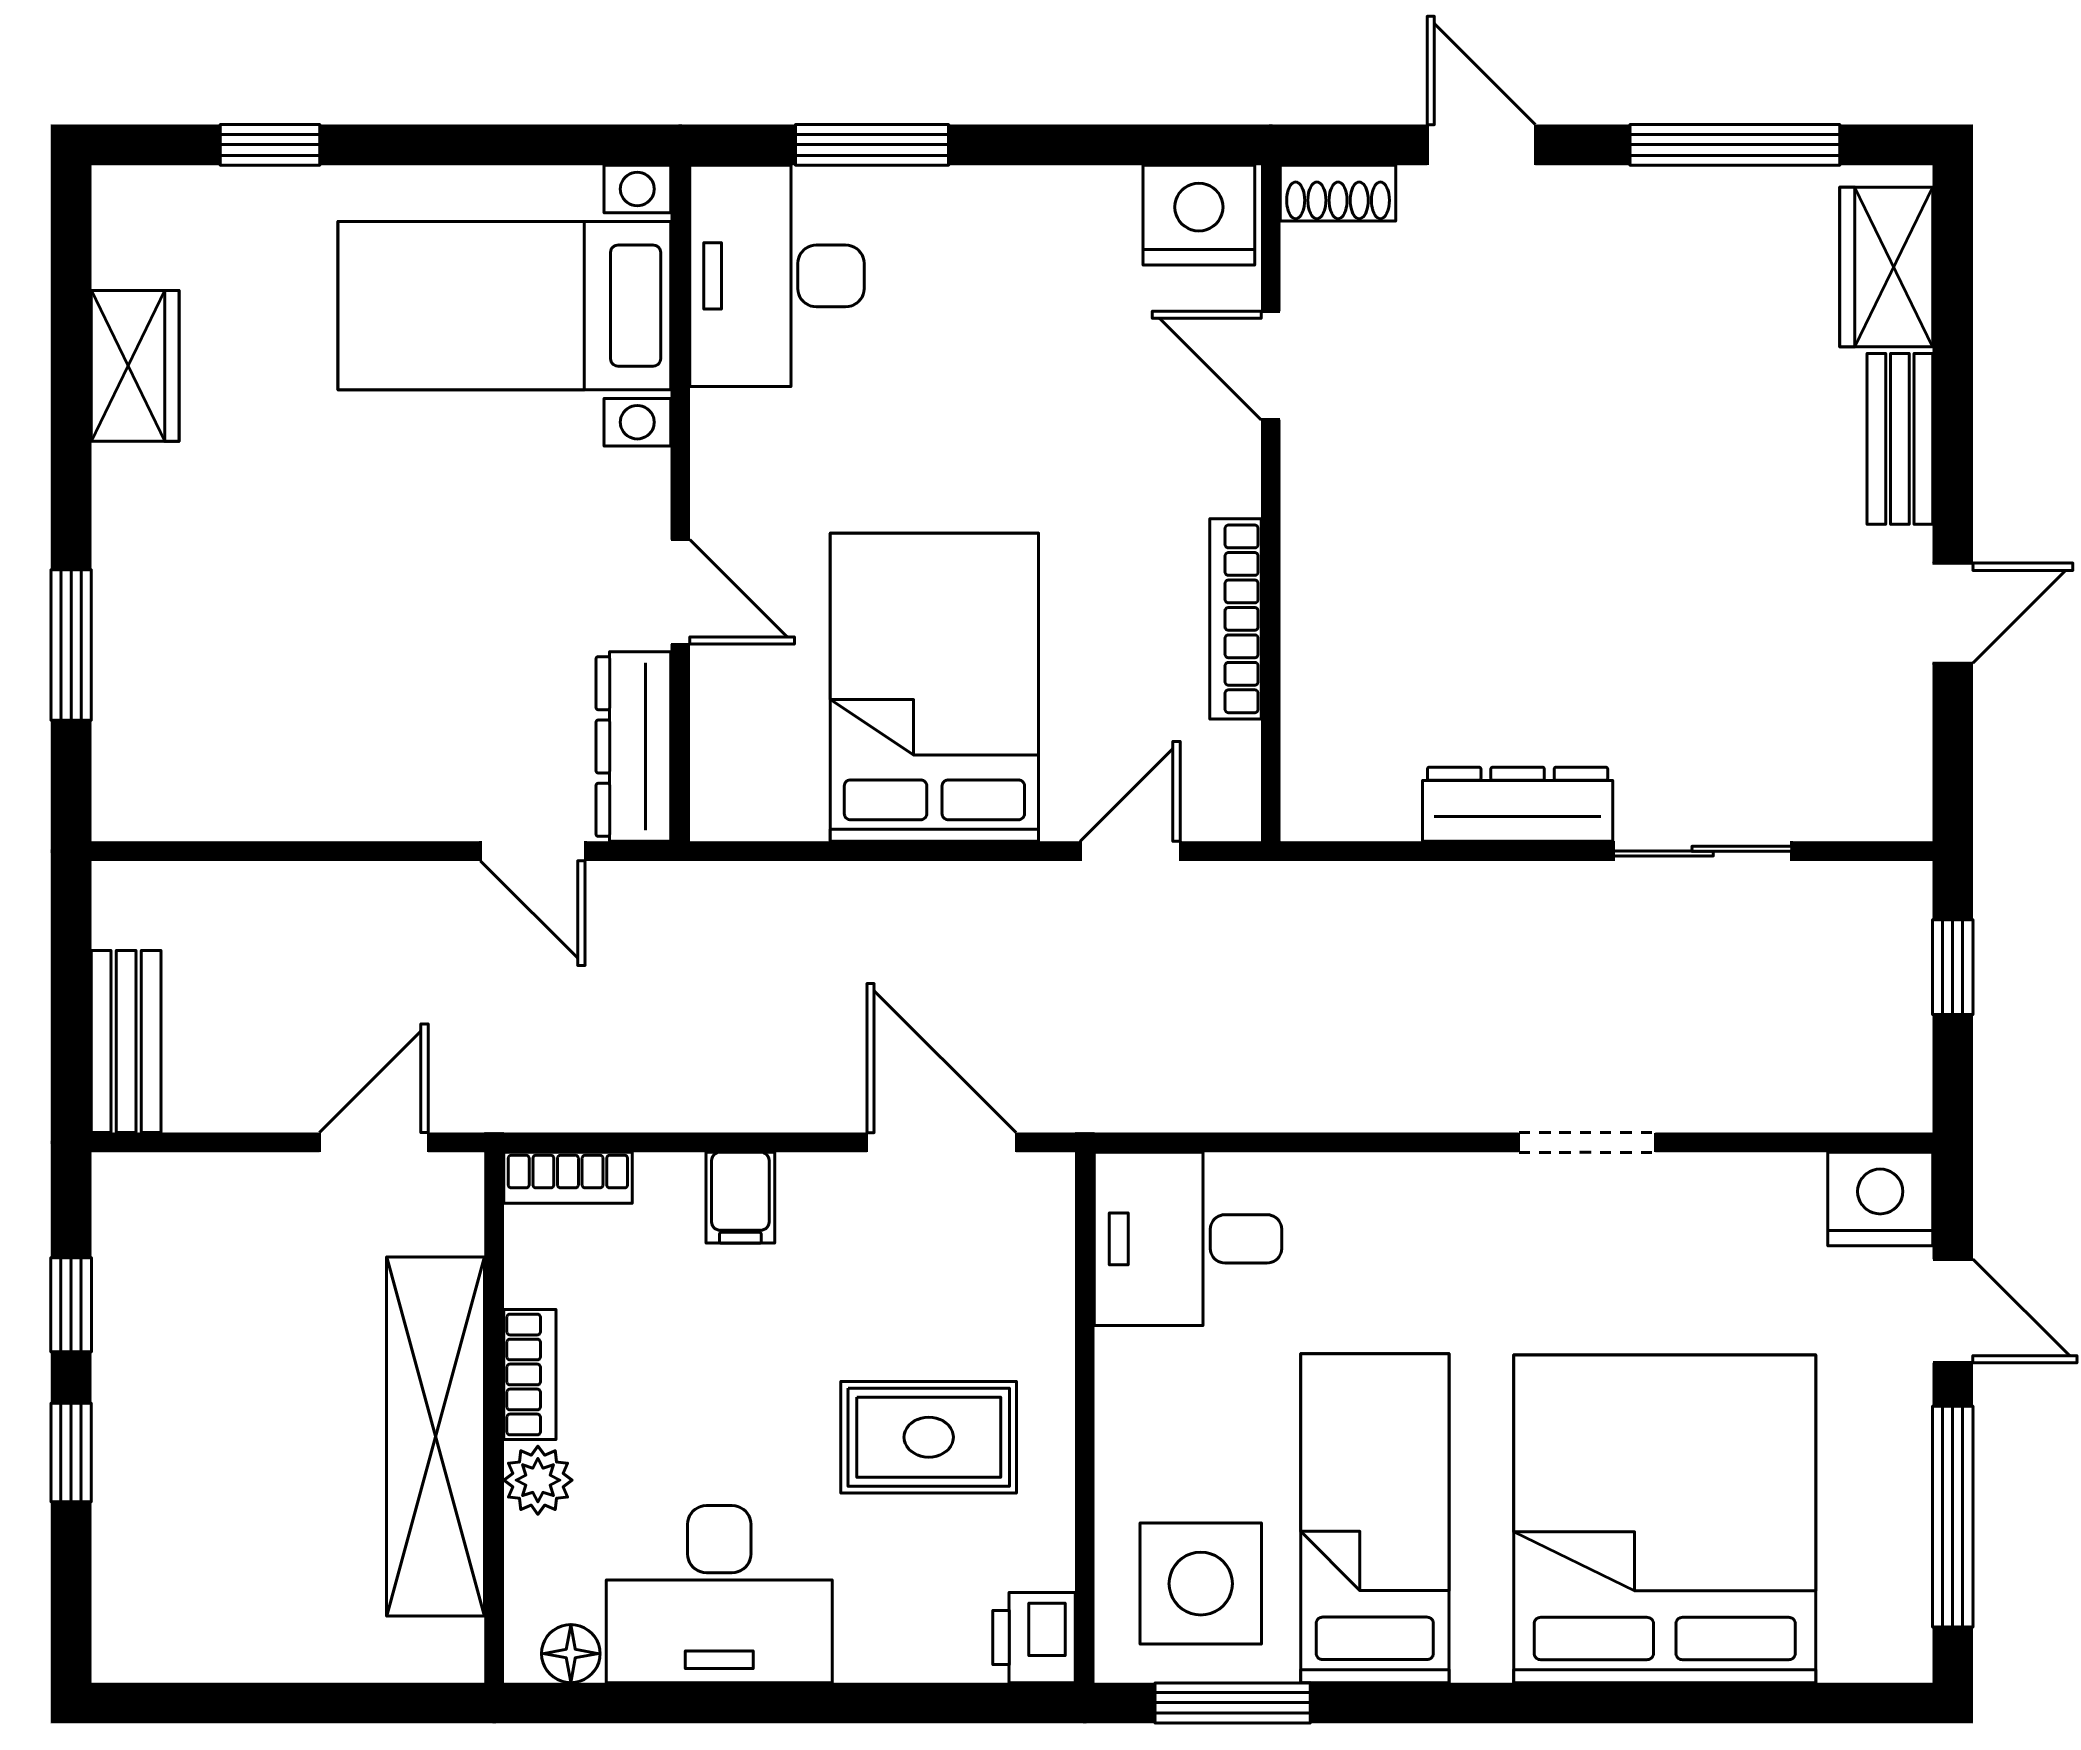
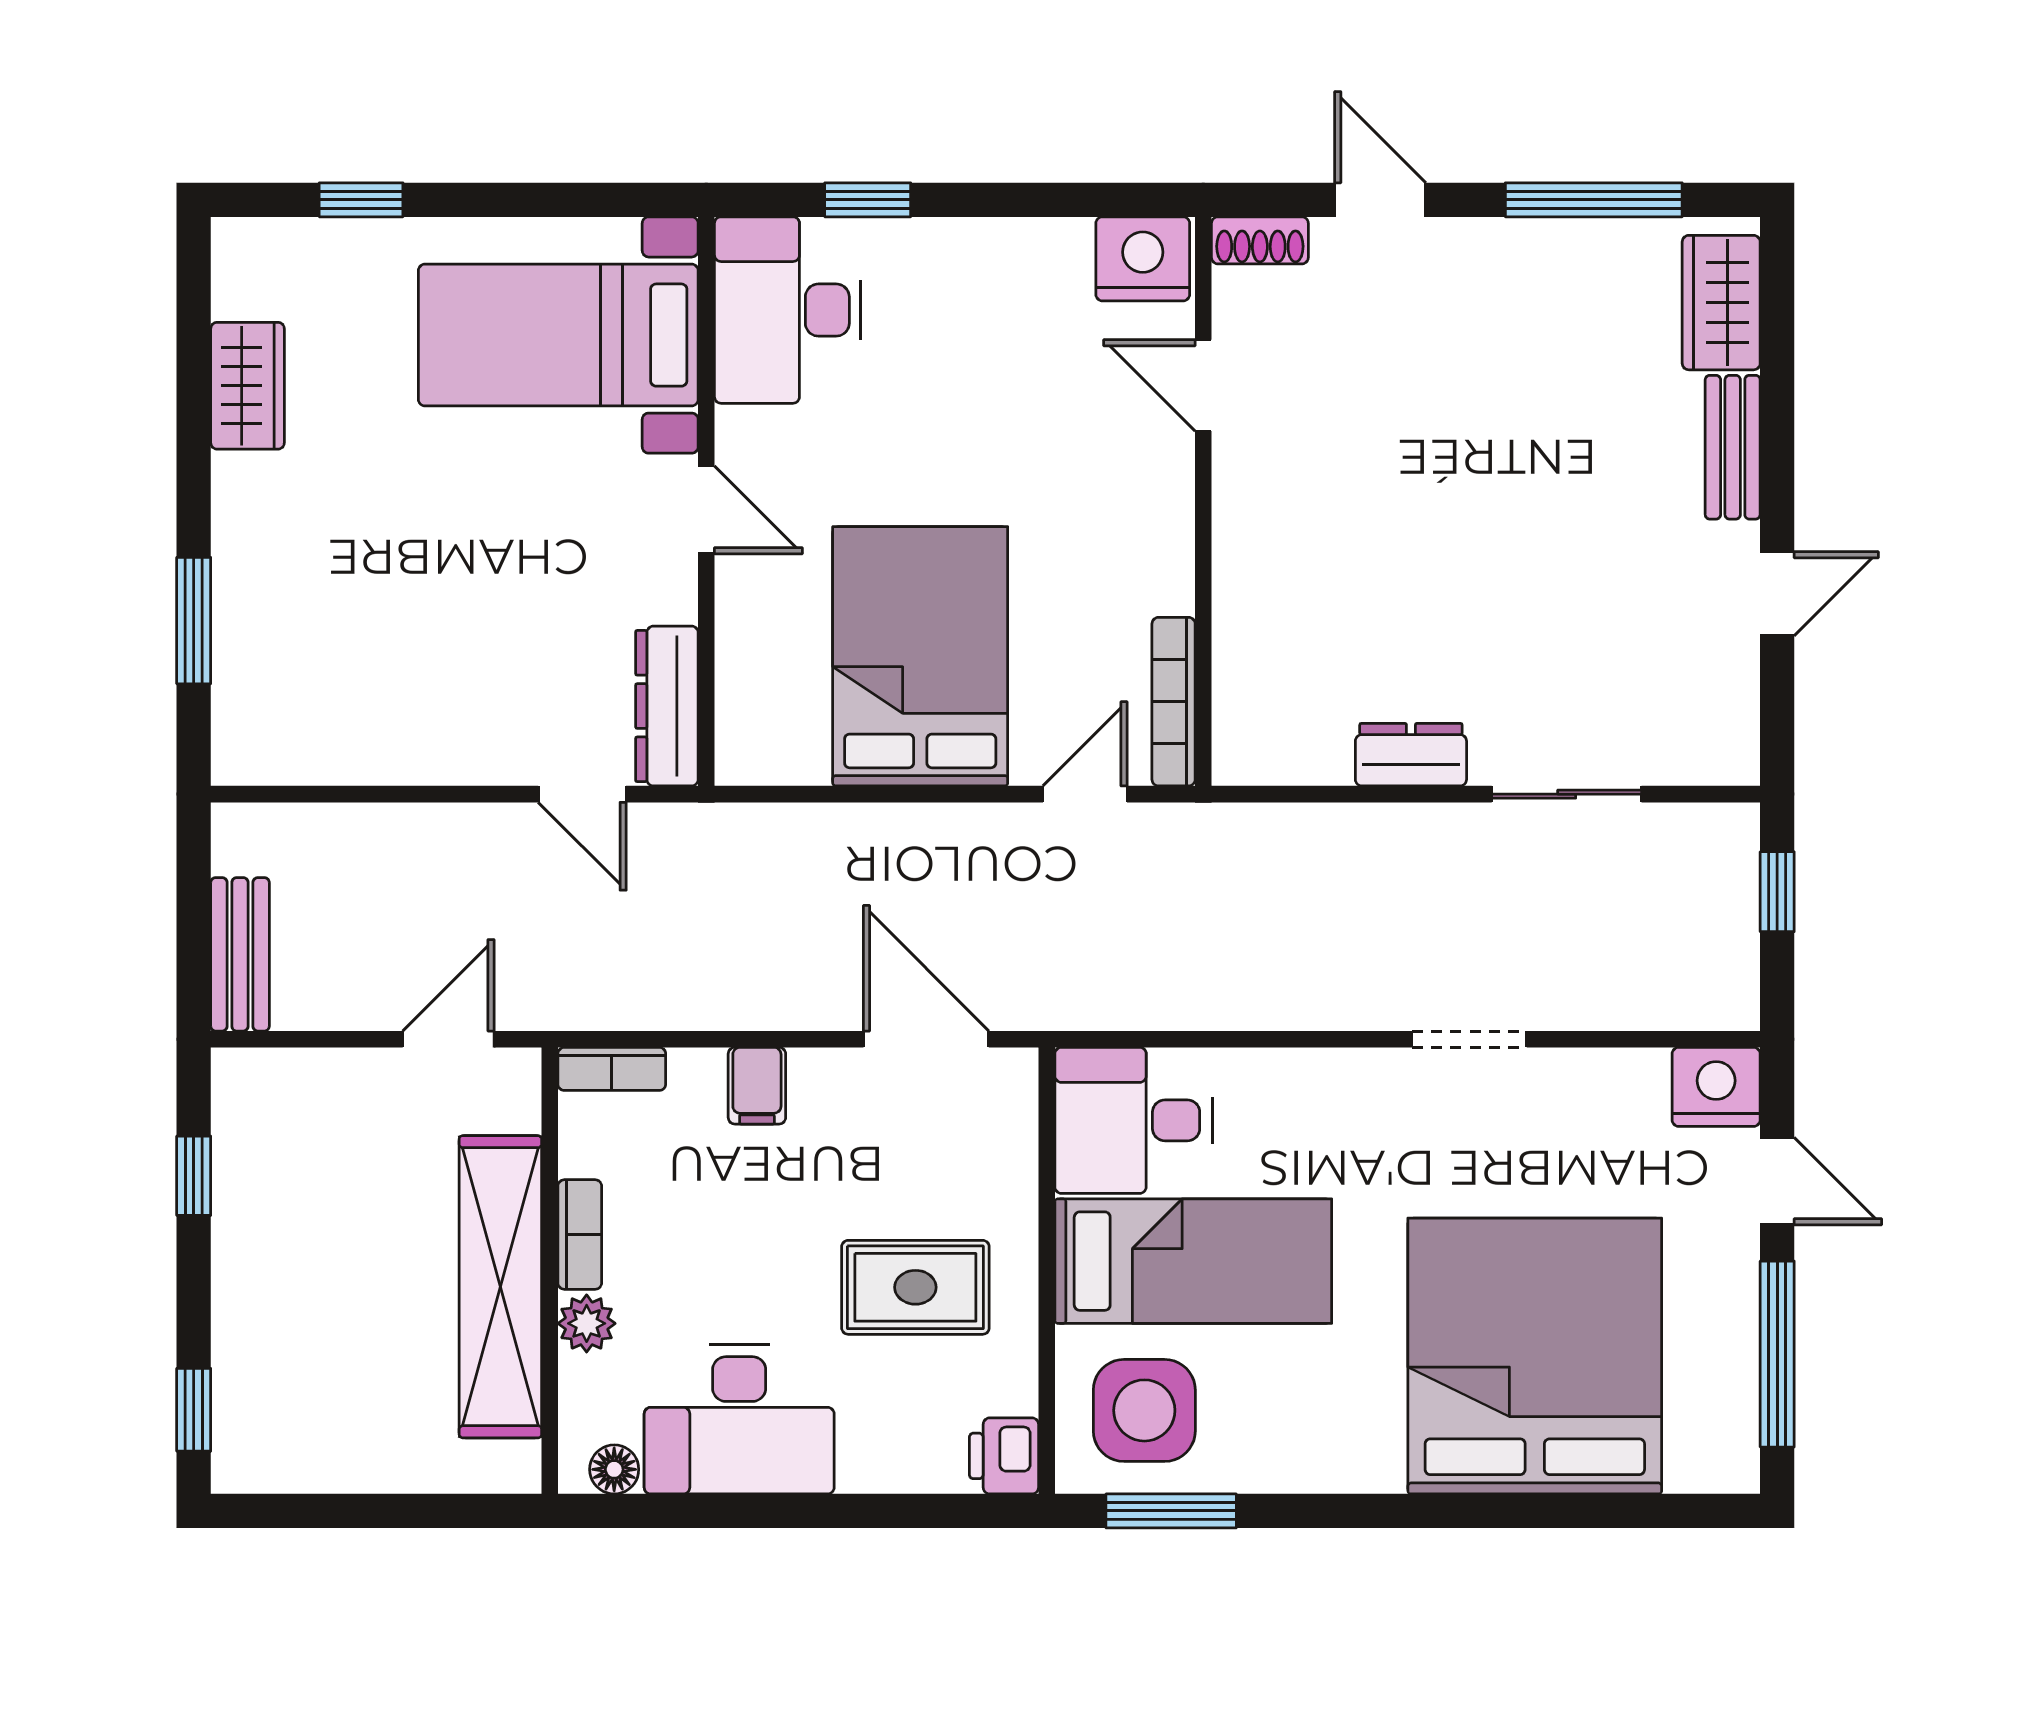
window: (872, 145) -> (868, 200), width x0.67
door: (680, 592) -> (706, 510), moved
bookcase: (1235, 619) -> (1174, 702), moved
dresser: (1518, 804) -> (1411, 755), width x0.70
window: (71, 1452) -> (194, 1410), moved
bed: (1375, 1518) -> (1193, 1261), moved, turned 90

